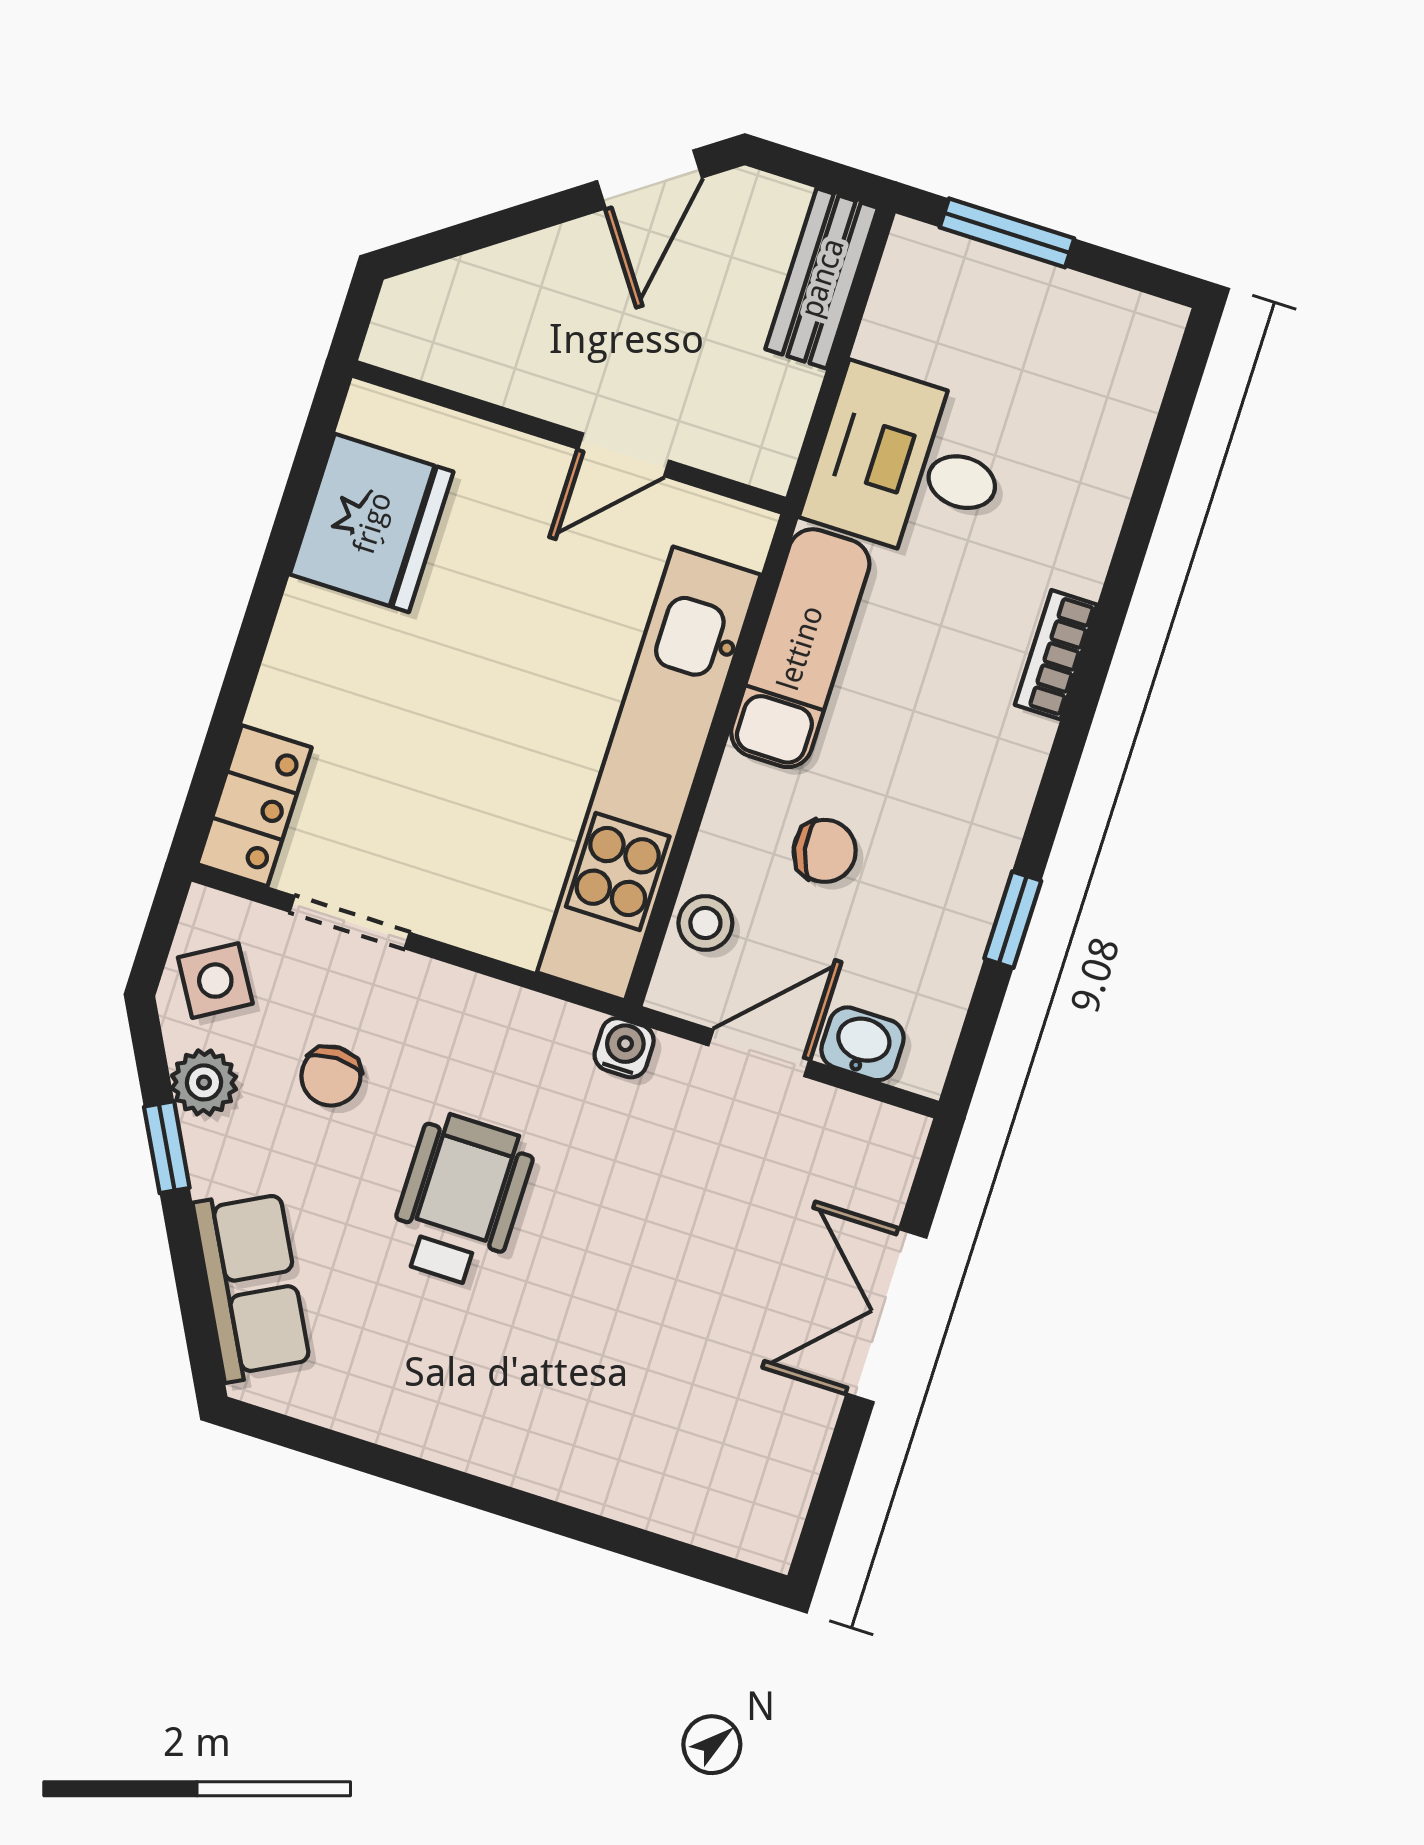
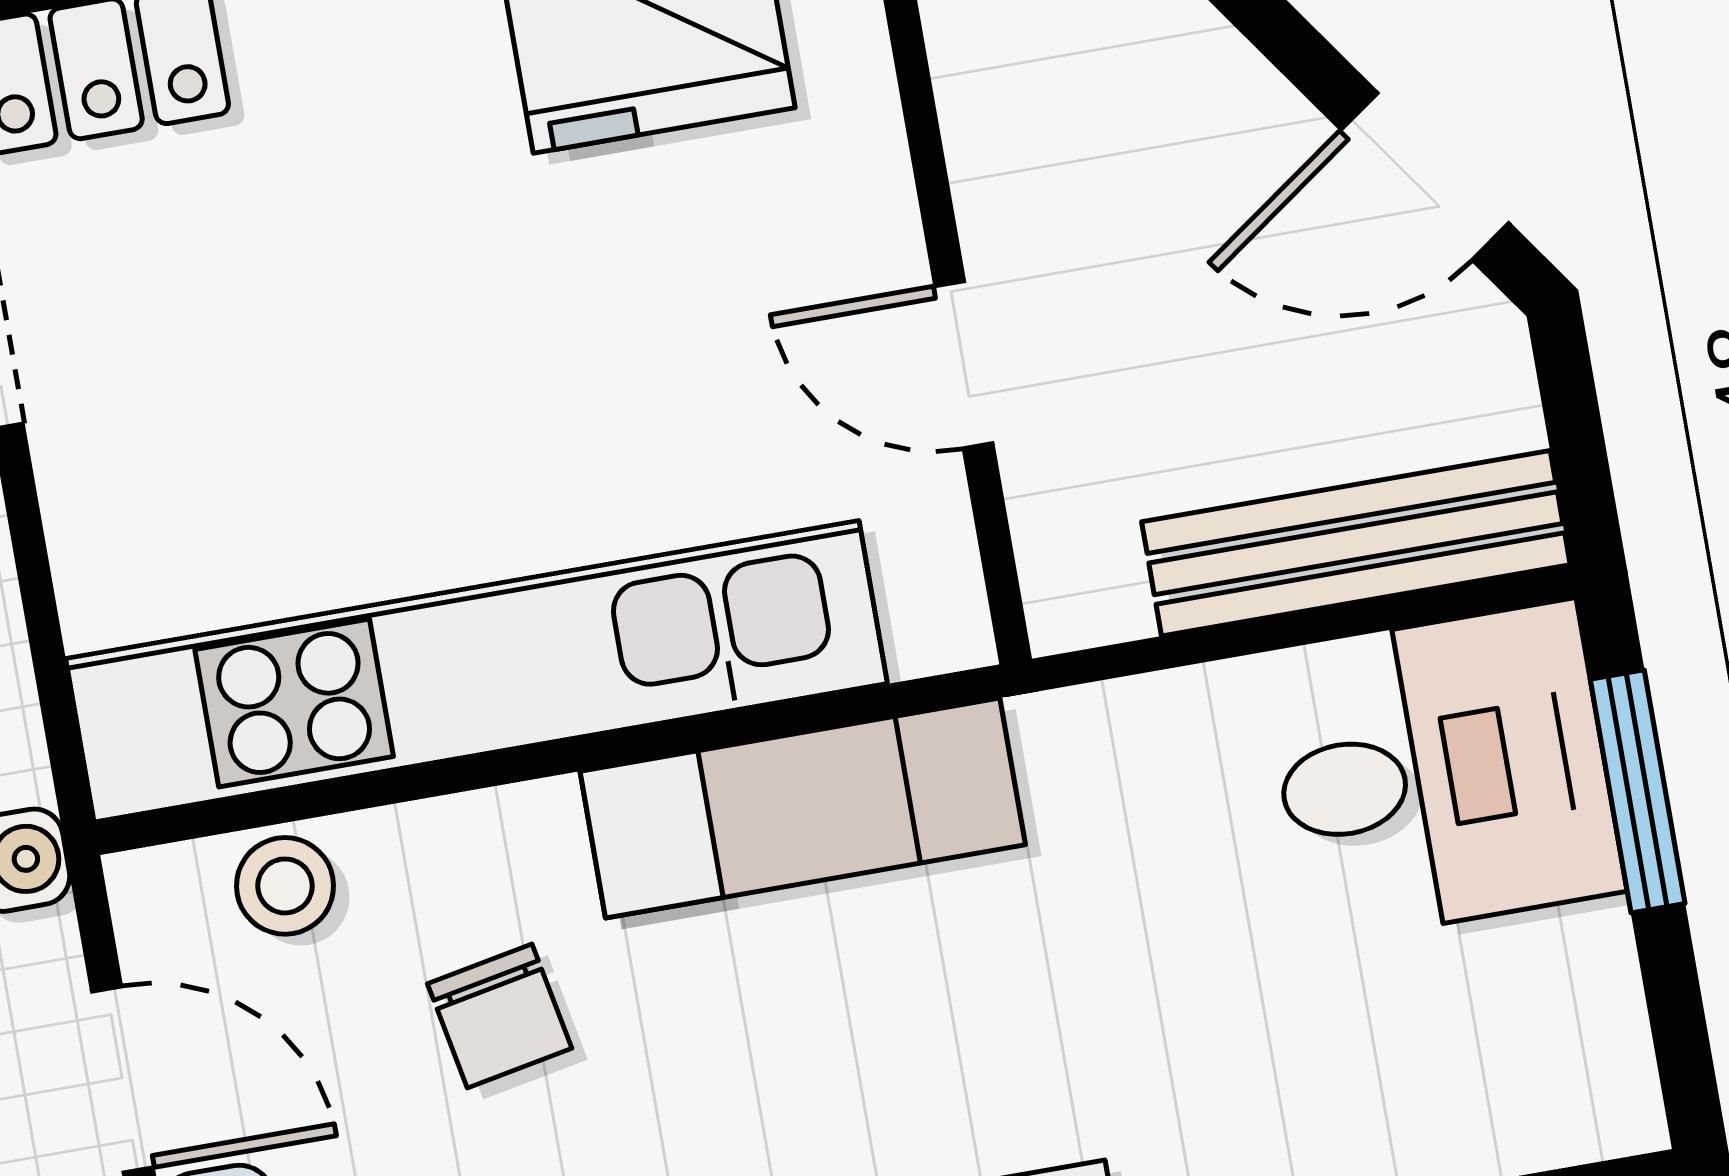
bench: (822, 278) -> (1356, 543), width x1.36
desk: (909, 465) -> (1443, 772), moved, turned 90

